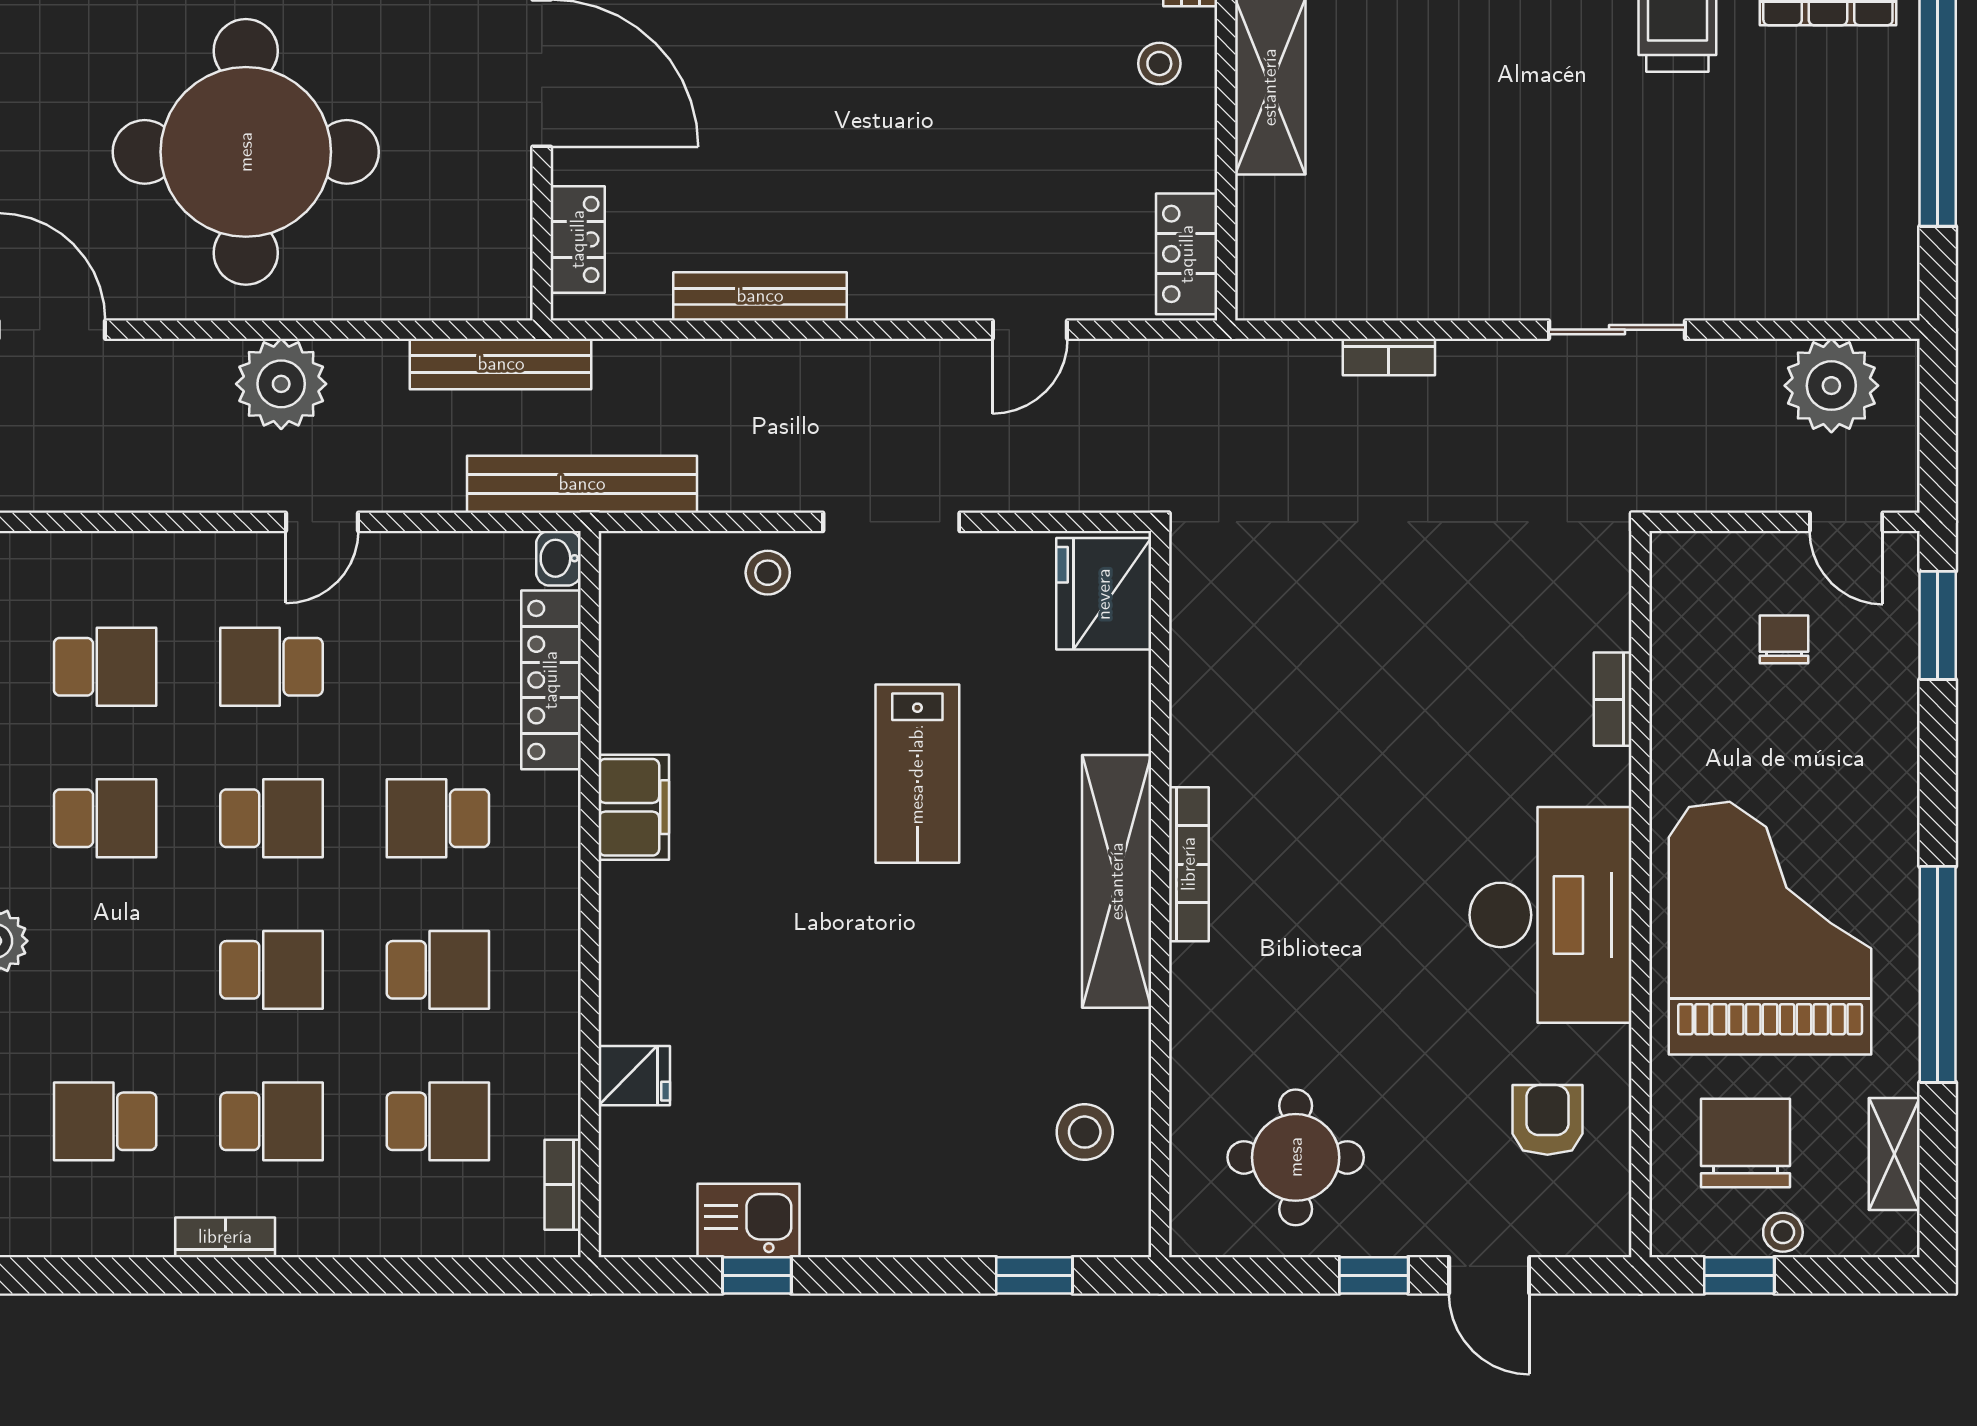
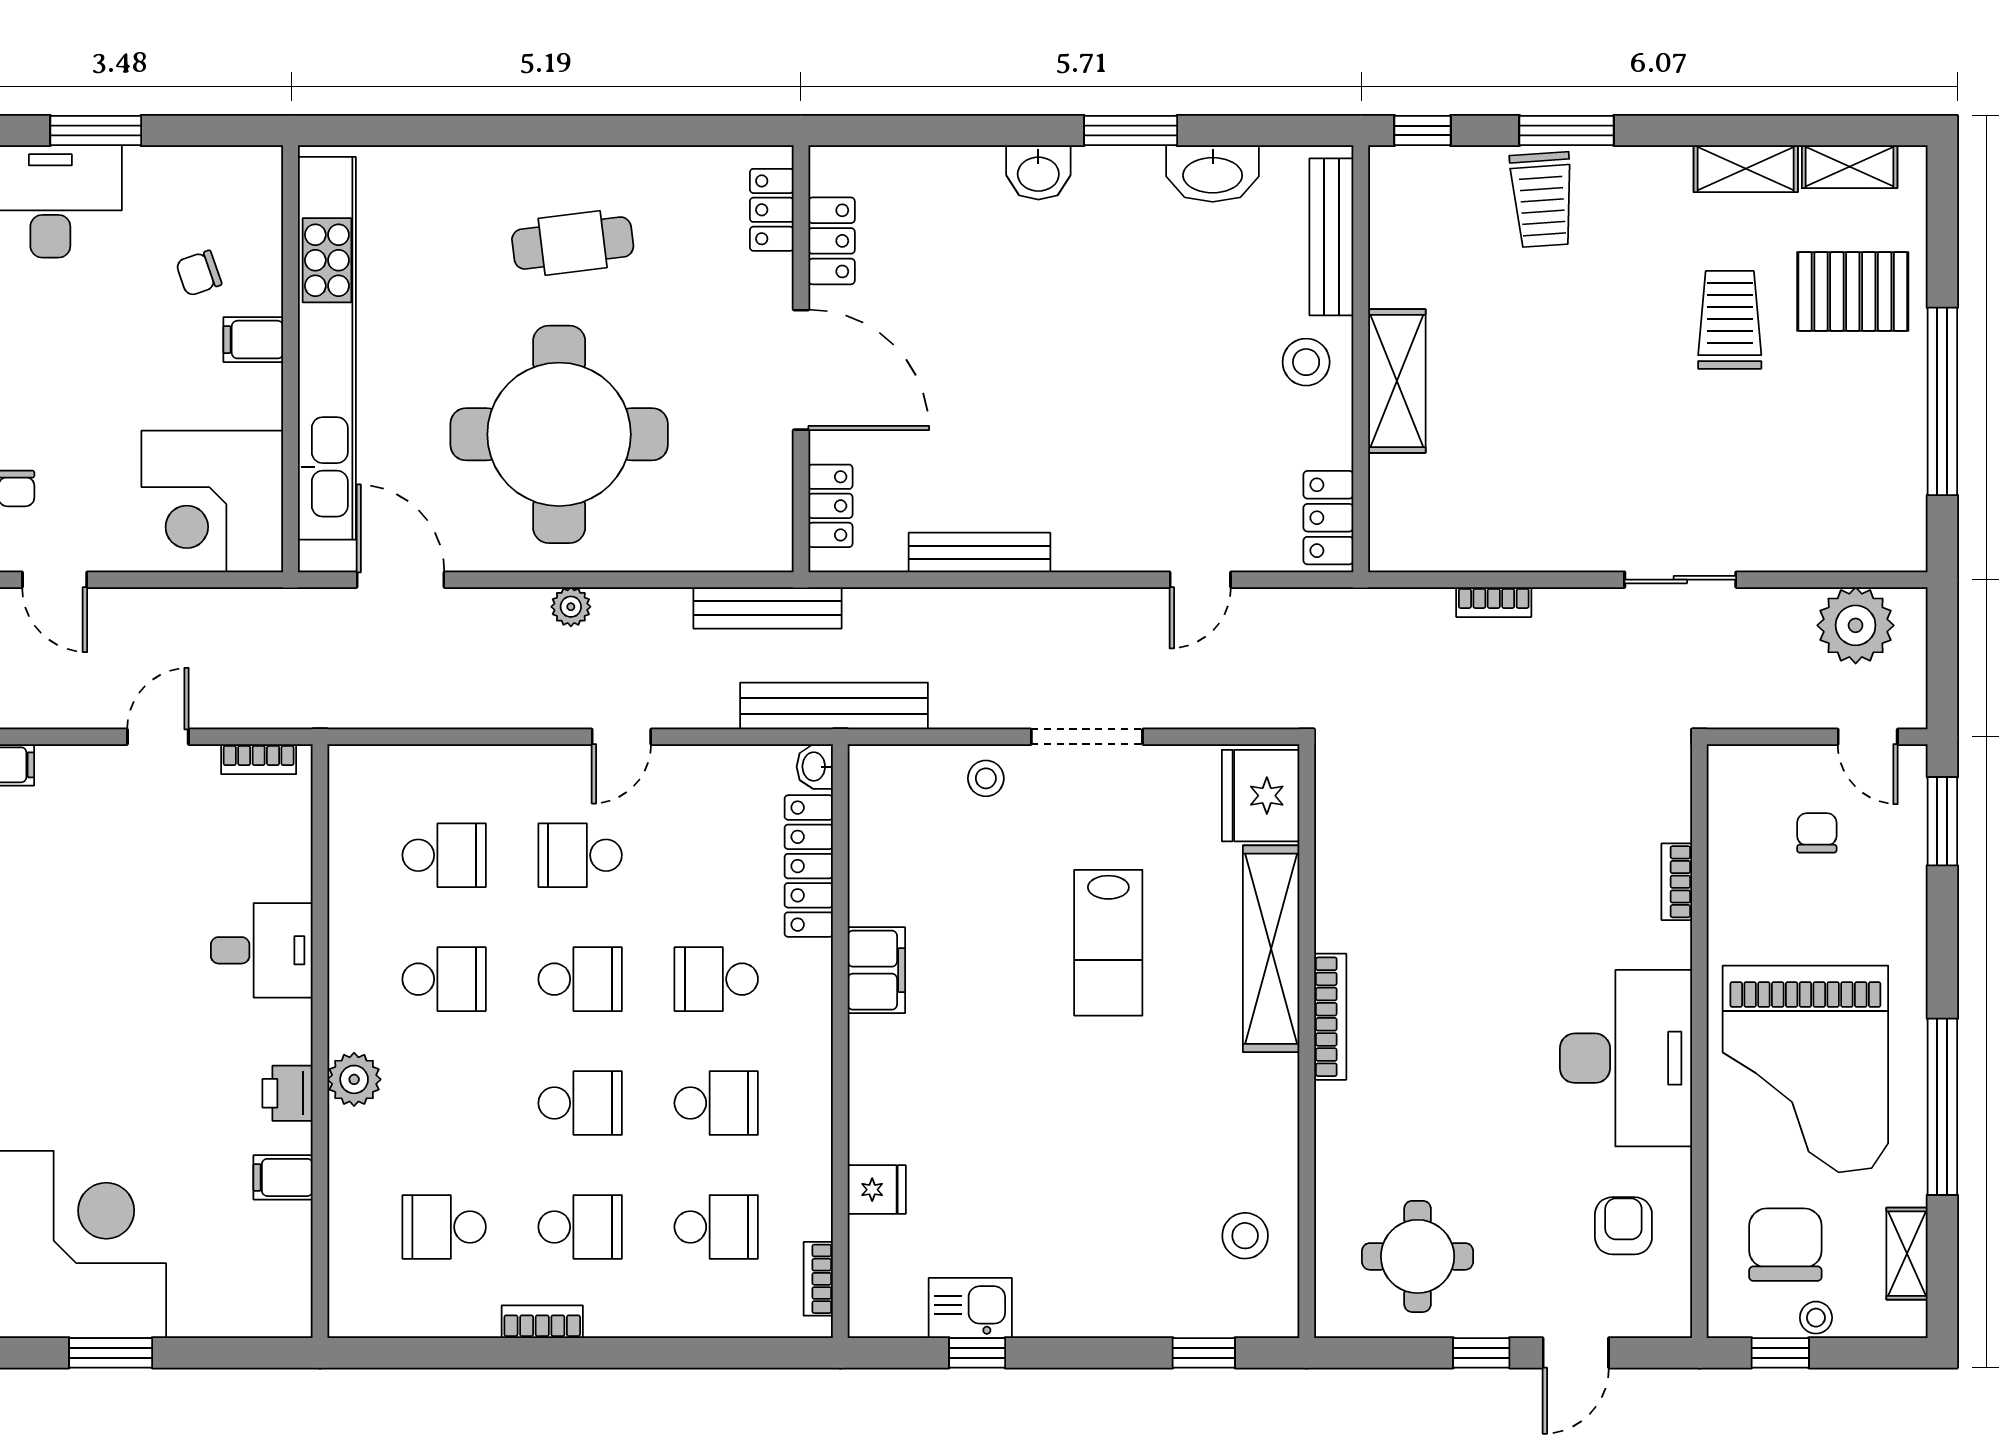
stool: (1159, 64) -> (1306, 362), width x1.37, depth x1.37
plant: (281, 384) -> (571, 607), width x0.53, depth x0.53
shelving: (1117, 881) -> (1271, 949), moved
grand piano: (1770, 928) -> (1805, 1069), turned 180
door: (1489, 1275) -> (1576, 1353), hinge flipped

